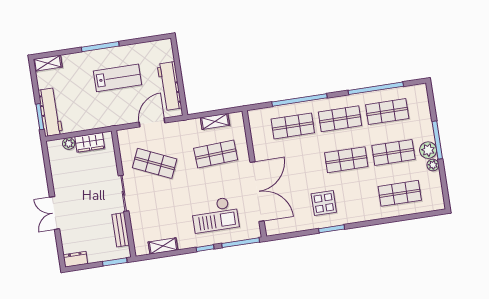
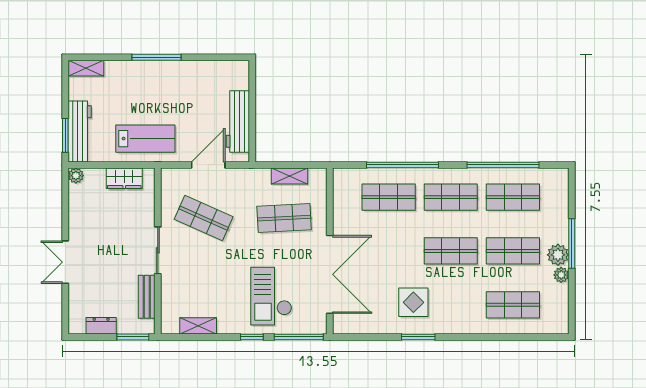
lab bench: (117, 78) -> (145, 139), moved
plant: (69, 144) -> (76, 176), moved
checkout: (215, 215) -> (271, 296), turned 90
dresser: (75, 259) -> (101, 326), moved

